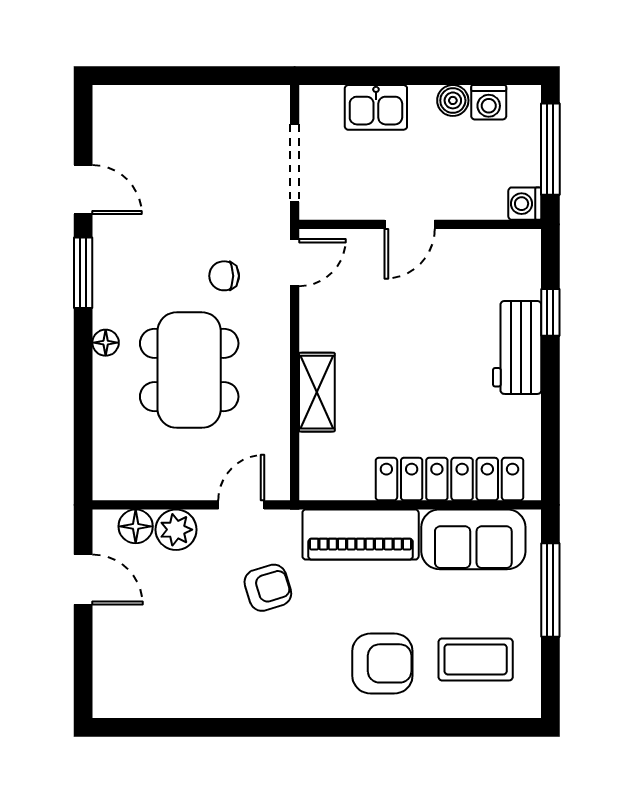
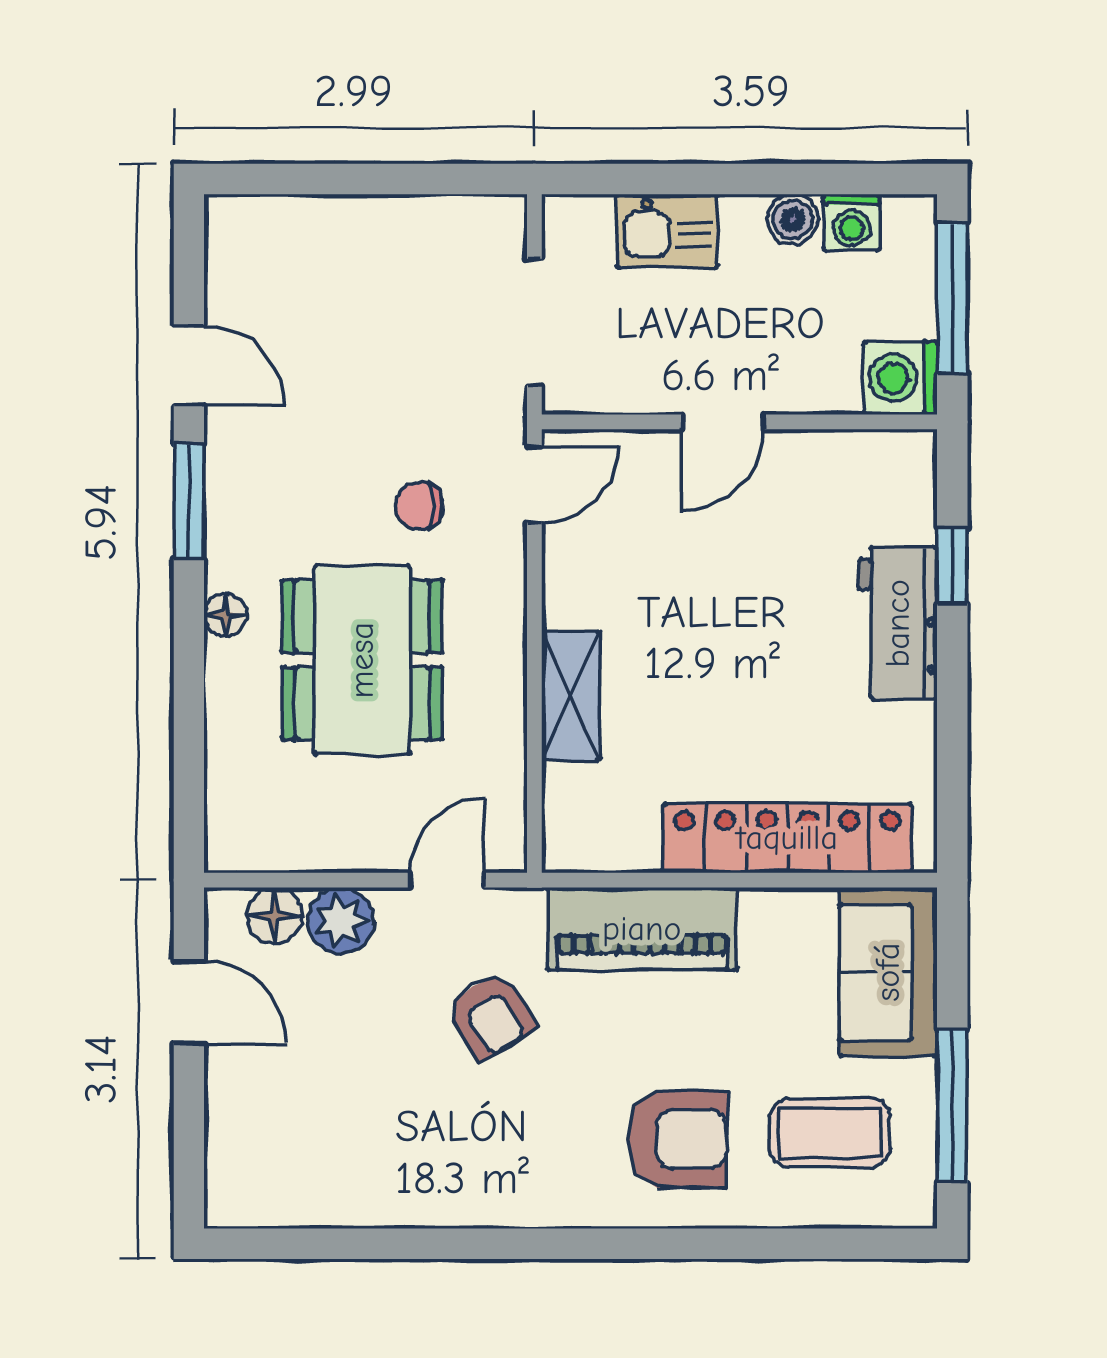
washing machine: (525, 204) -> (900, 378), width x1.38, depth x1.38
sofa: (473, 539) -> (888, 972), moved, turned 90
armchair: (268, 588) -> (491, 1016), turned 76
window: (550, 590) -> (952, 1106), moved

